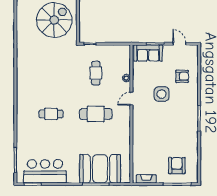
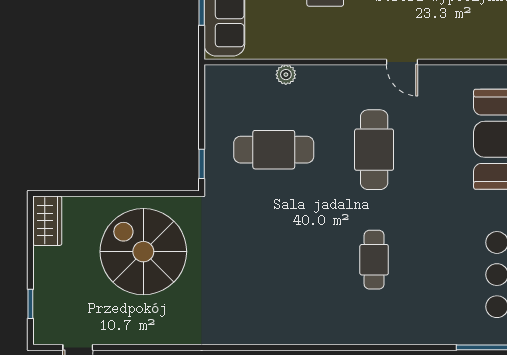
cafe table: (96, 73) -> (274, 150), width x1.37, depth x1.35
door: (131, 99) -> (402, 62), moved

